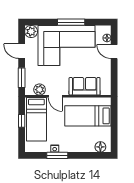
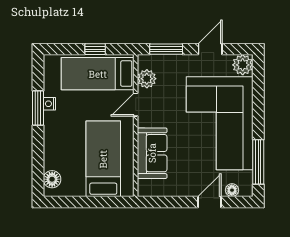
window: (71, 22) -> (258, 162), moved

